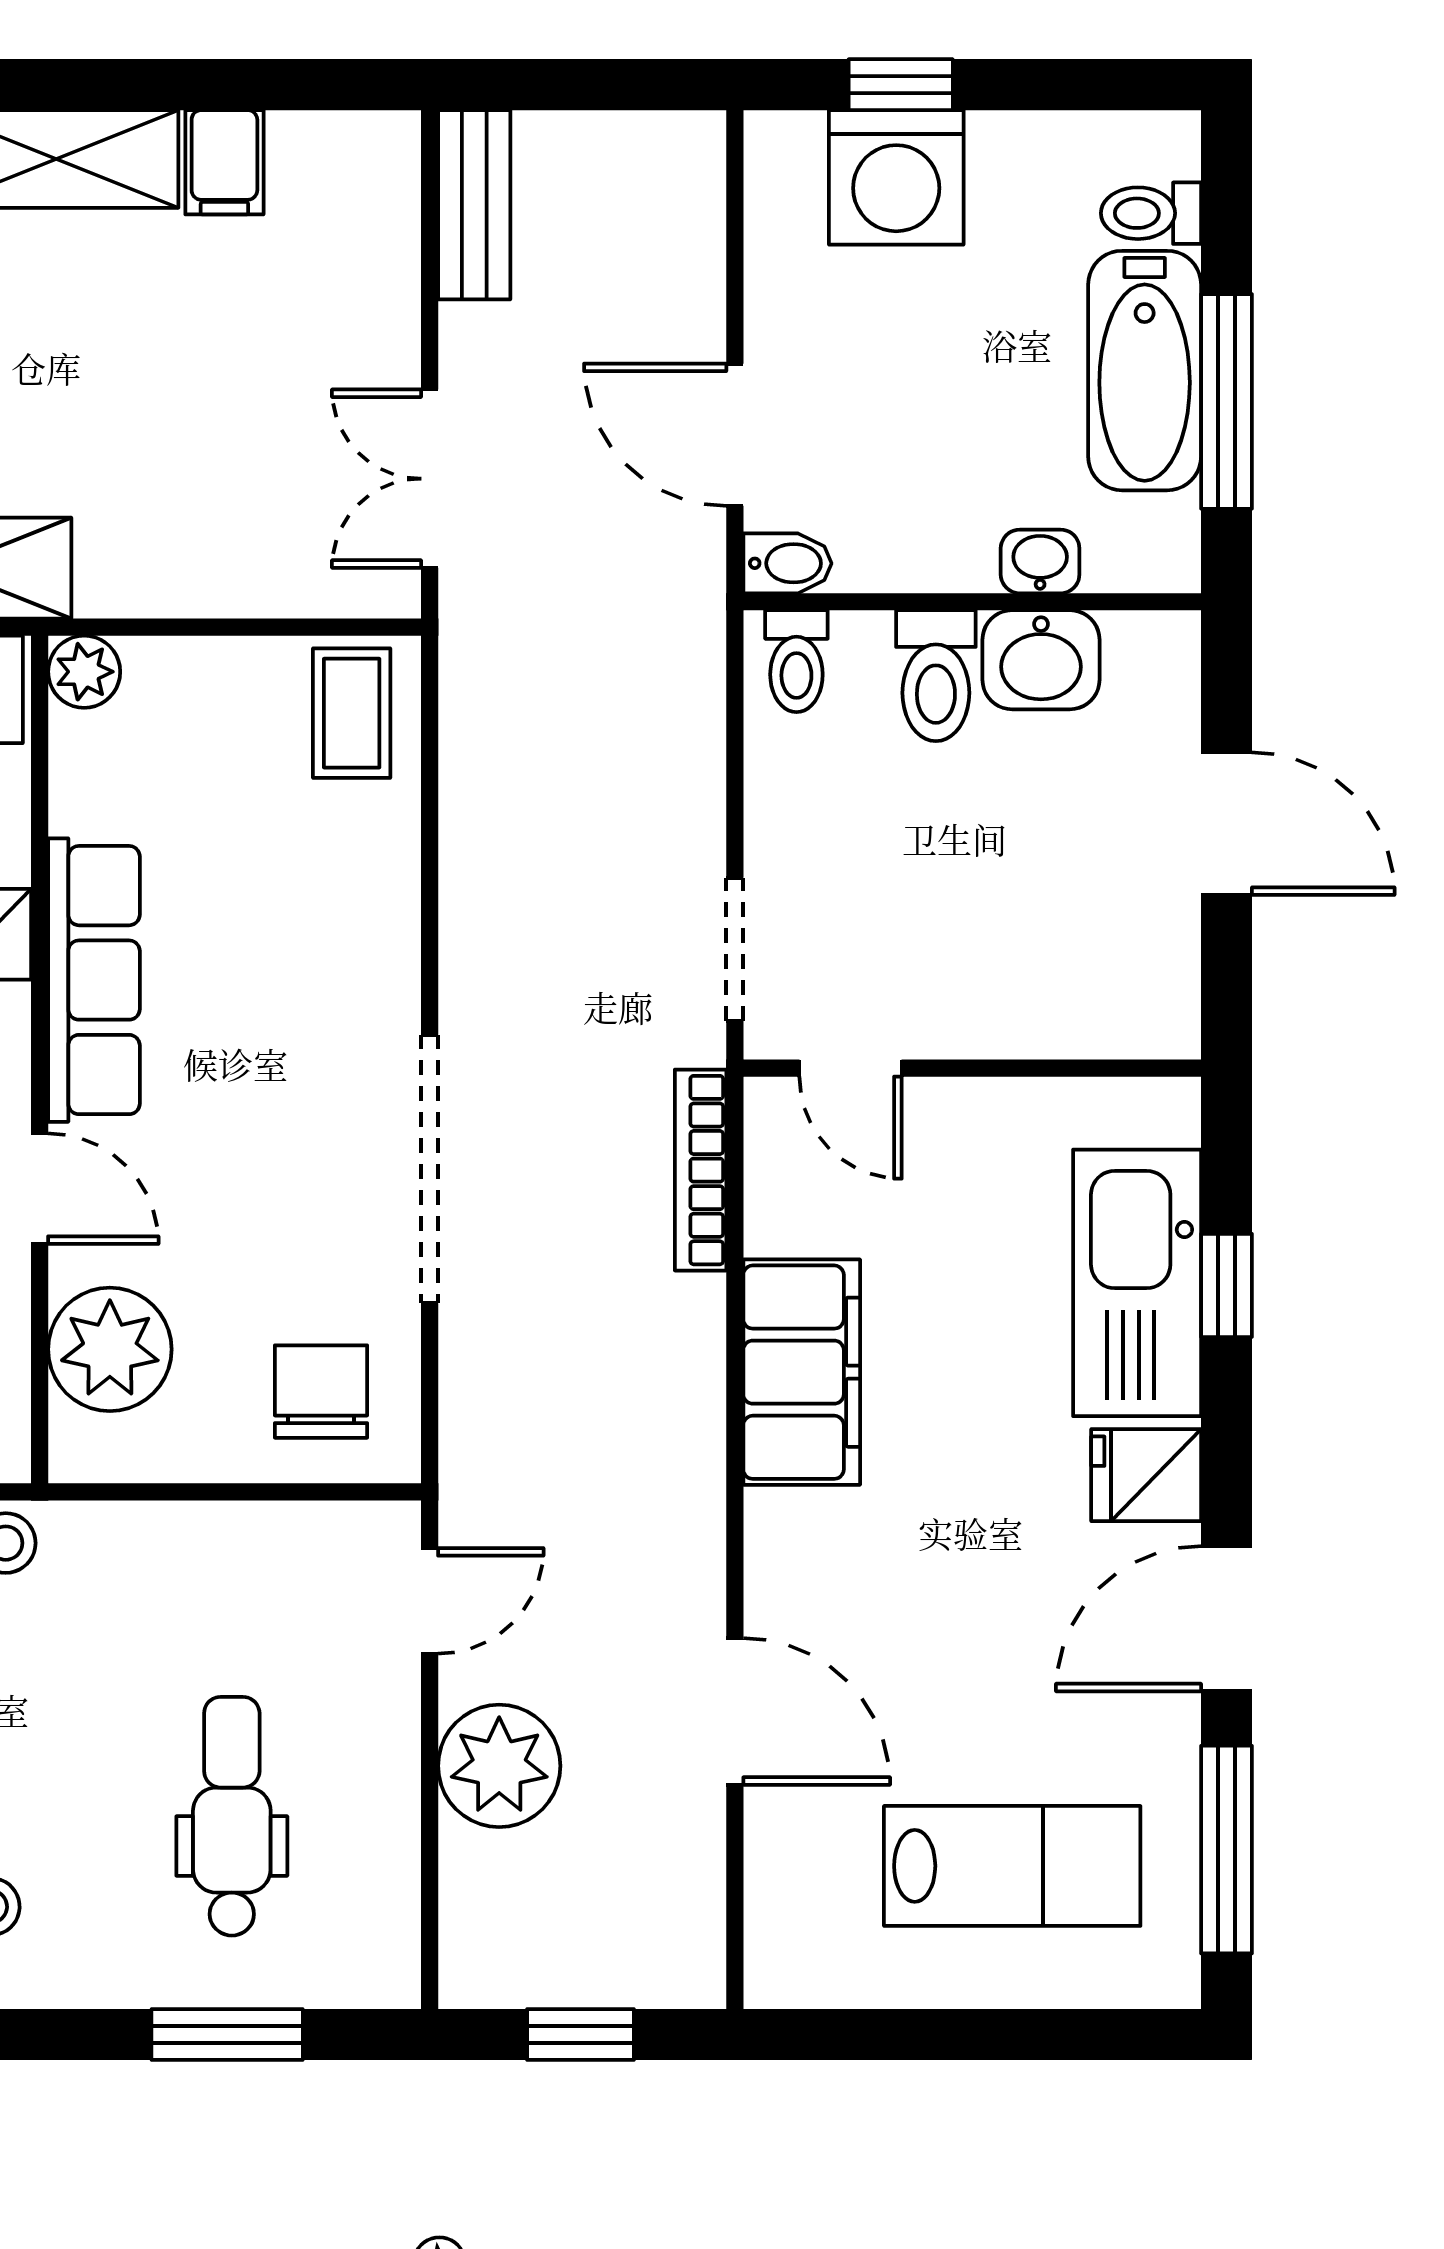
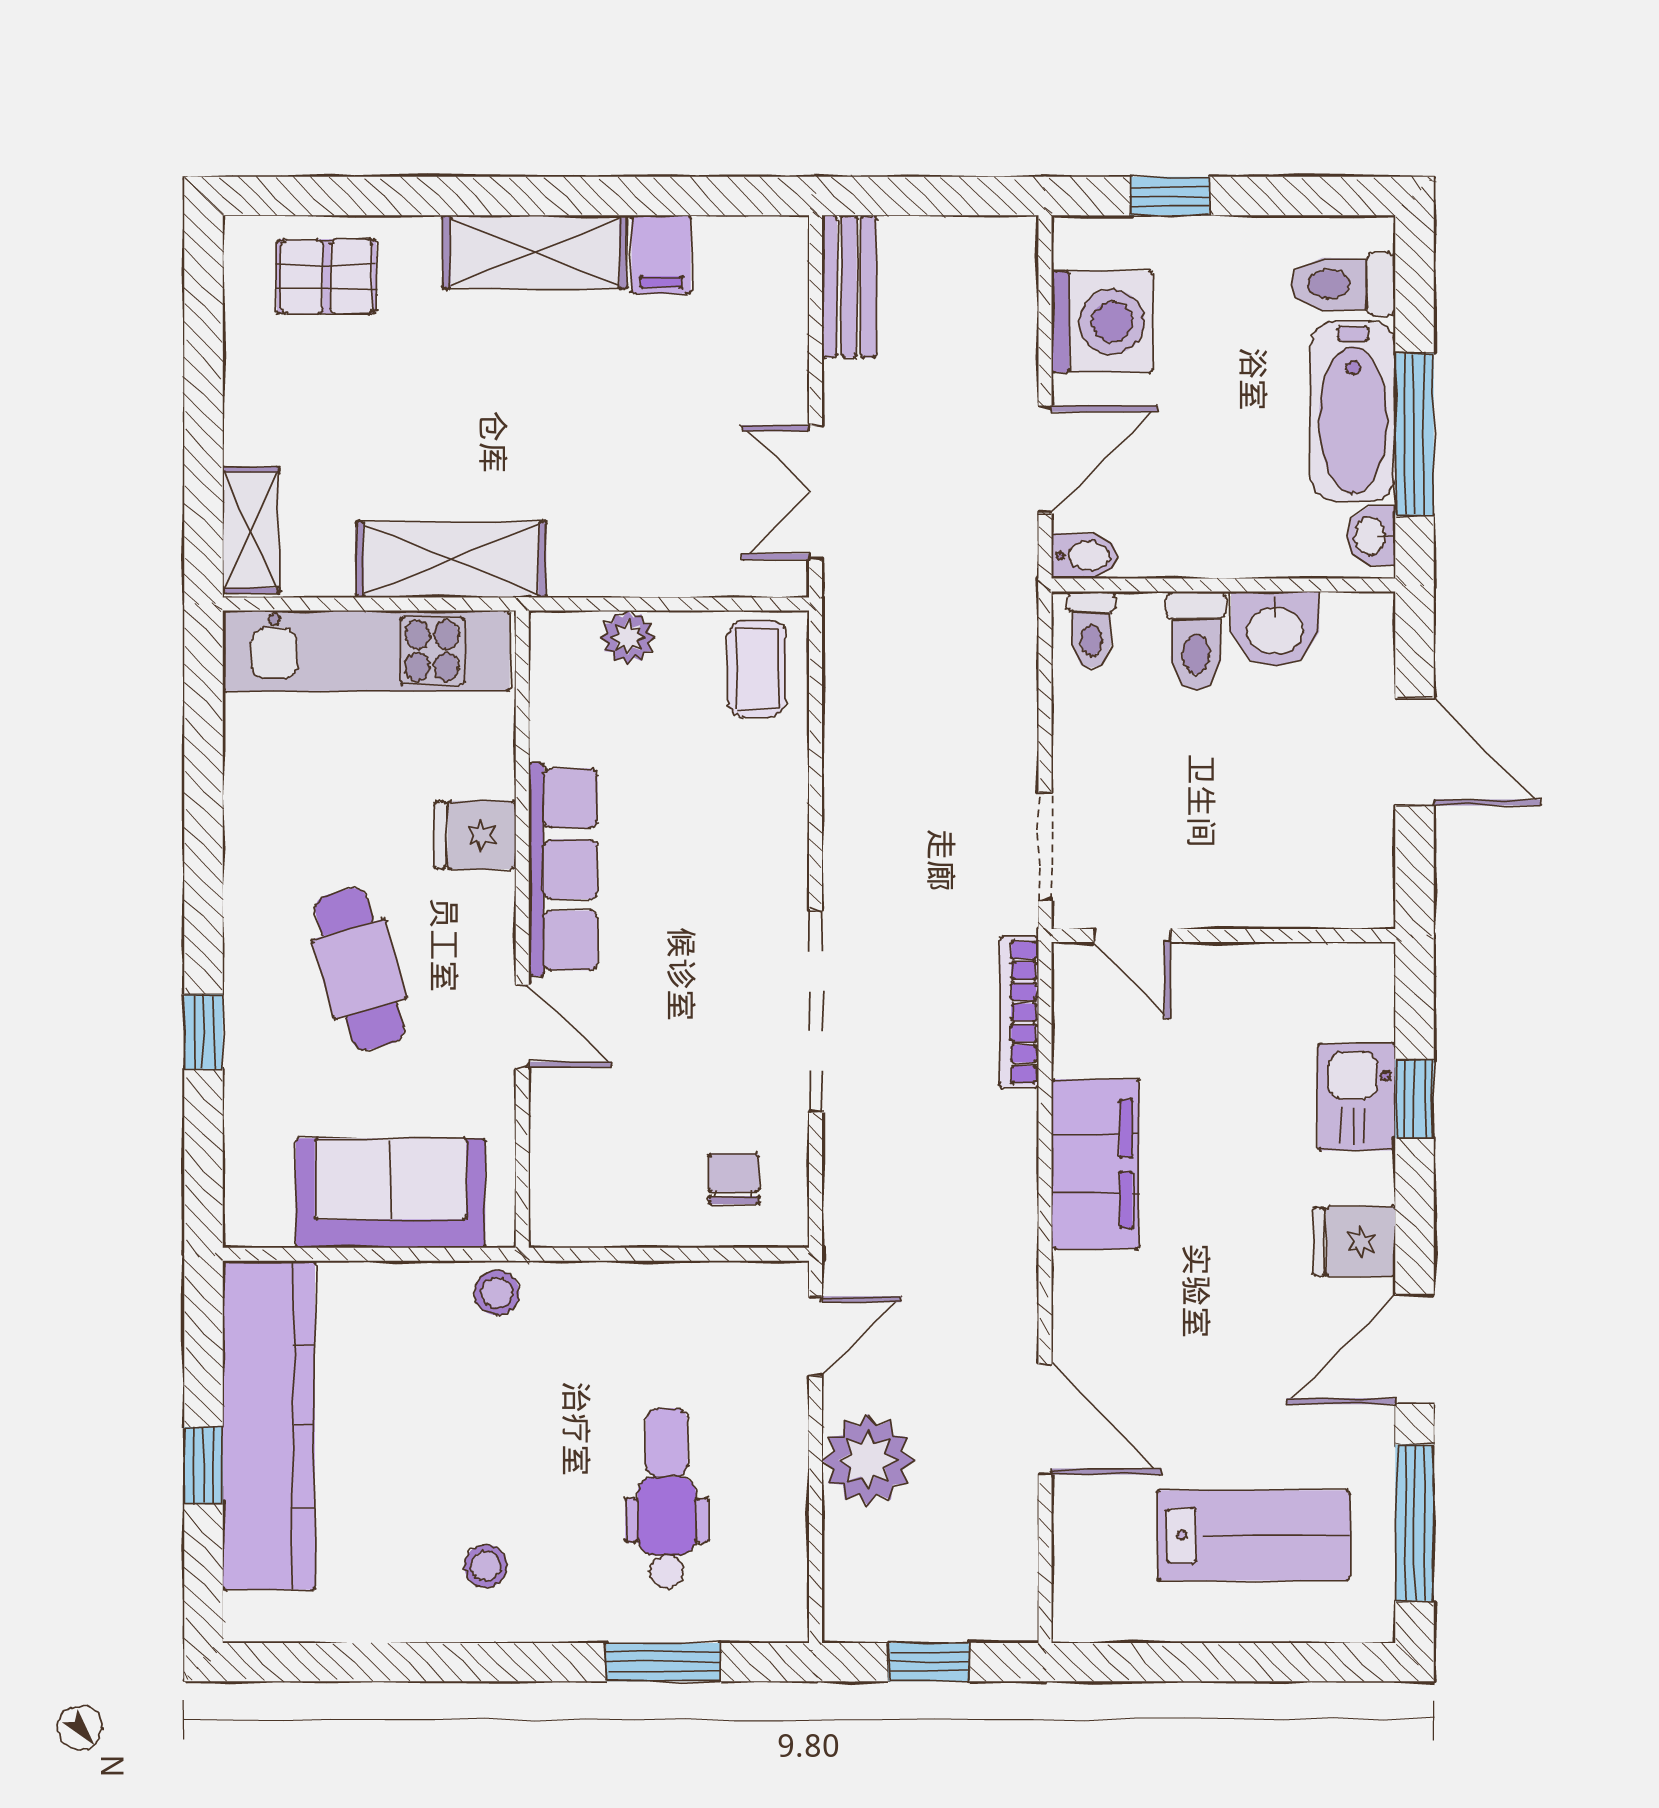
washing machine: (896, 177) -> (1102, 322), moved, turned -90
toilet: (1151, 213) -> (1343, 284), width x1.37, depth x1.39
door: (735, 435) -> (1045, 459), swing flipped
washbasin: (1040, 561) -> (1372, 536), moved, turned -90
plant: (84, 672) -> (628, 638), moved
kitchen sink: (1137, 1283) -> (1357, 1097), width x0.53, depth x0.81
plant: (110, 1349) -> (575, 1147), removed
chair: (321, 1392) -> (734, 1179), width x0.73, depth x0.73

